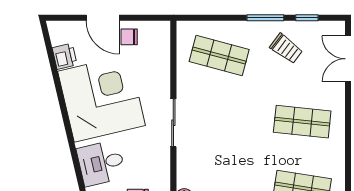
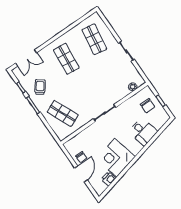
shop shelf: (219, 56) -> (63, 113), turned -39
corner desk: (102, 98) -> (116, 158), width x0.74, depth x0.74

